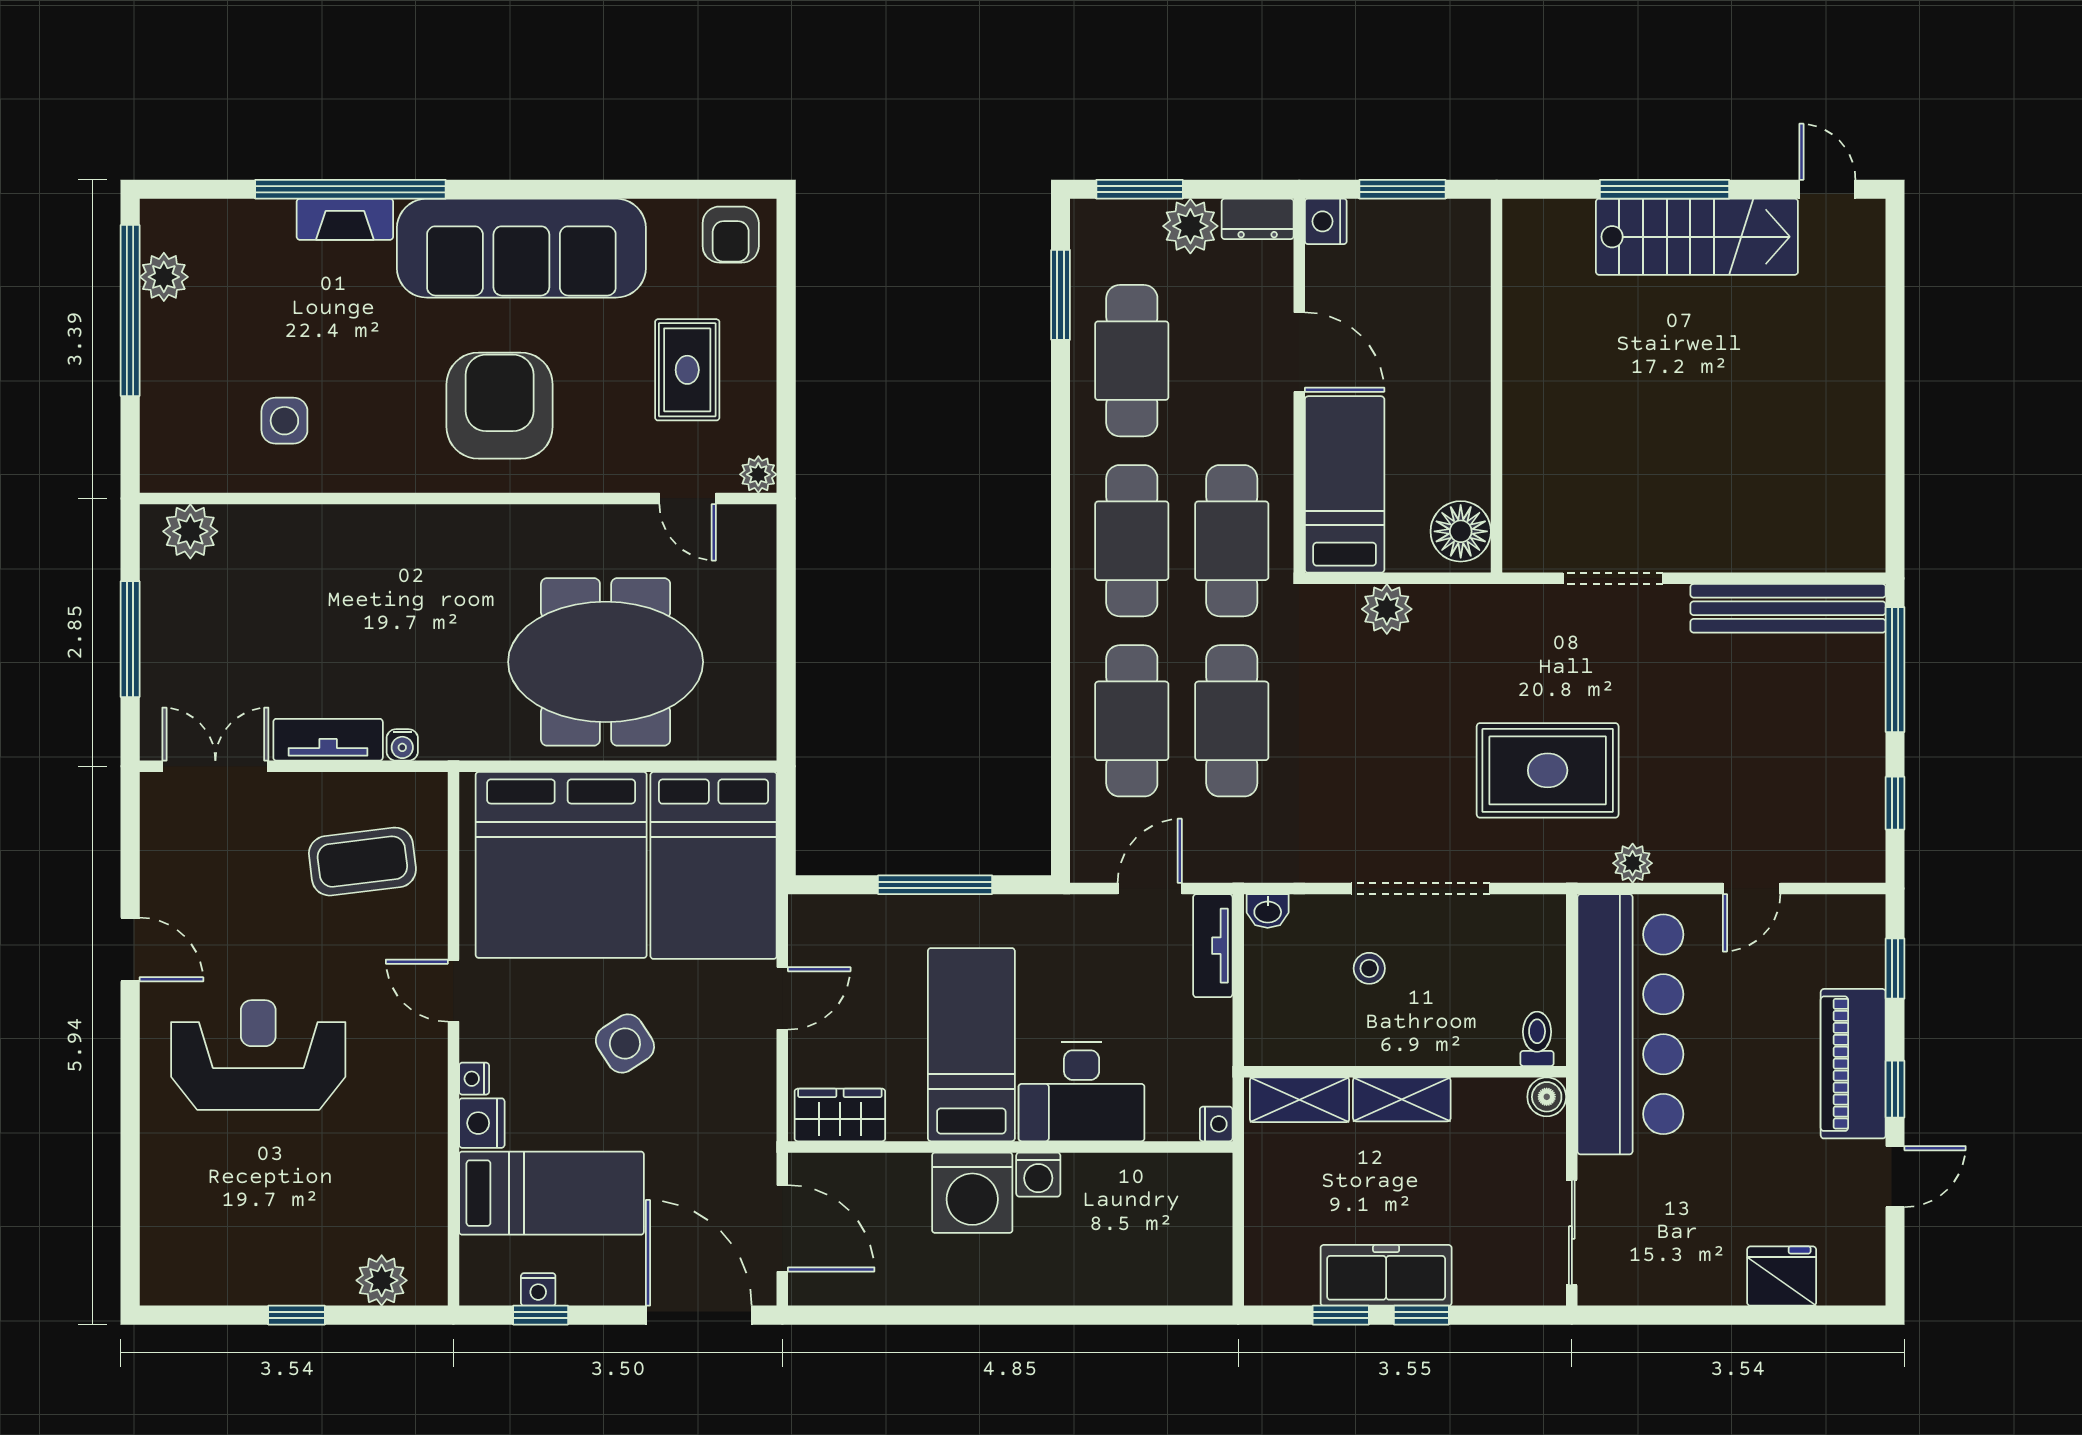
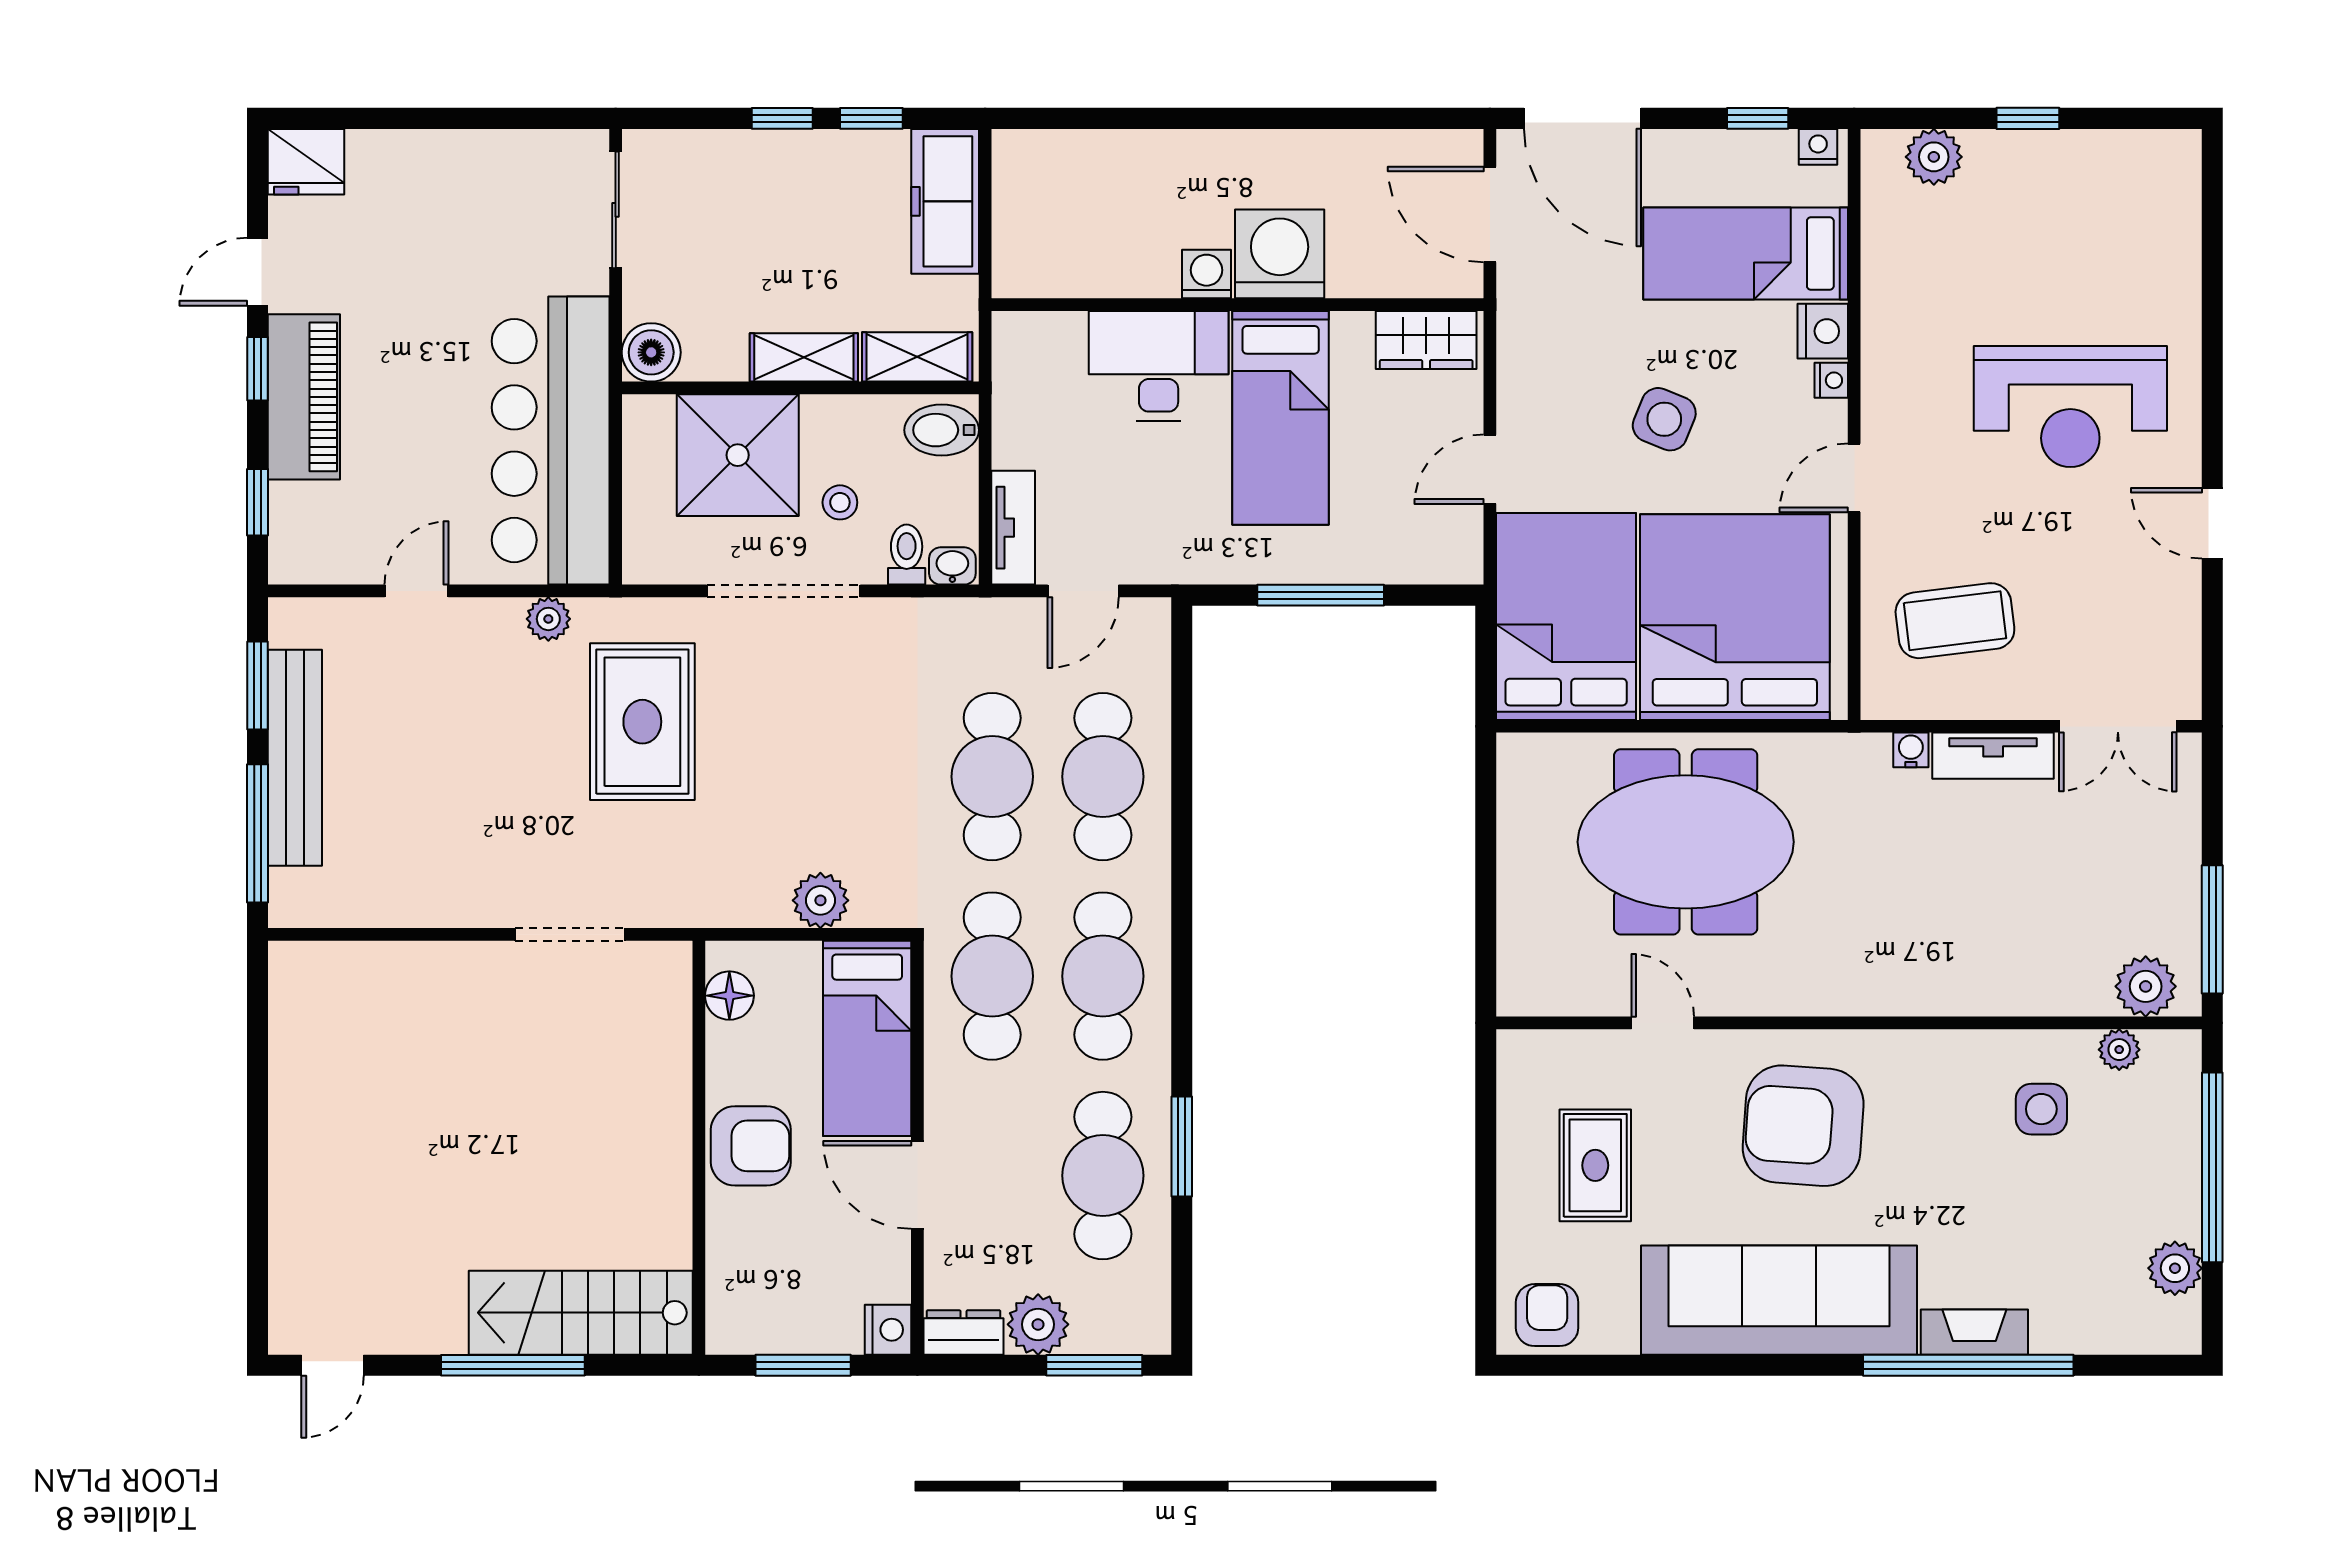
door: (1827, 189) -> (333, 1365), hinge flipped
stairs: (1697, 237) -> (581, 1313), moved
window: (1061, 295) -> (1182, 1146), moved
window: (130, 310) -> (2212, 1167), moved
armchair: (1450, 387) -> (751, 1146), added
armchair: (500, 406) -> (1803, 1126), turned 94
plant: (758, 474) -> (2119, 1050), moved
door: (688, 498) -> (1663, 1023), moved
floor lamp: (1461, 531) -> (729, 996), width x0.73, depth x0.73
bench: (1788, 608) -> (295, 758), moved, turned 90
window: (130, 639) -> (2212, 929), moved
rug: (1548, 770) -> (642, 722), turned 90
window: (1895, 803) -> (258, 685), width x1.50
door: (453, 991) -> (1854, 478), swing flipped
shower: (1462, 1011) -> (738, 455), added
bidet: (1277, 1034) -> (942, 430), added
toilet: (1537, 1039) -> (907, 555), moved, turned 180
side table: (625, 1043) -> (1664, 419), turned -35
boiler: (1547, 1097) -> (651, 352), width x1.36, depth x1.36
nightstand: (1216, 1124) -> (1009, 330), removed
freezer: (1386, 1275) -> (945, 201), moved, turned 90
fridge: (1782, 1276) -> (306, 162), moved
nightstand: (538, 1289) -> (1818, 147), moved

